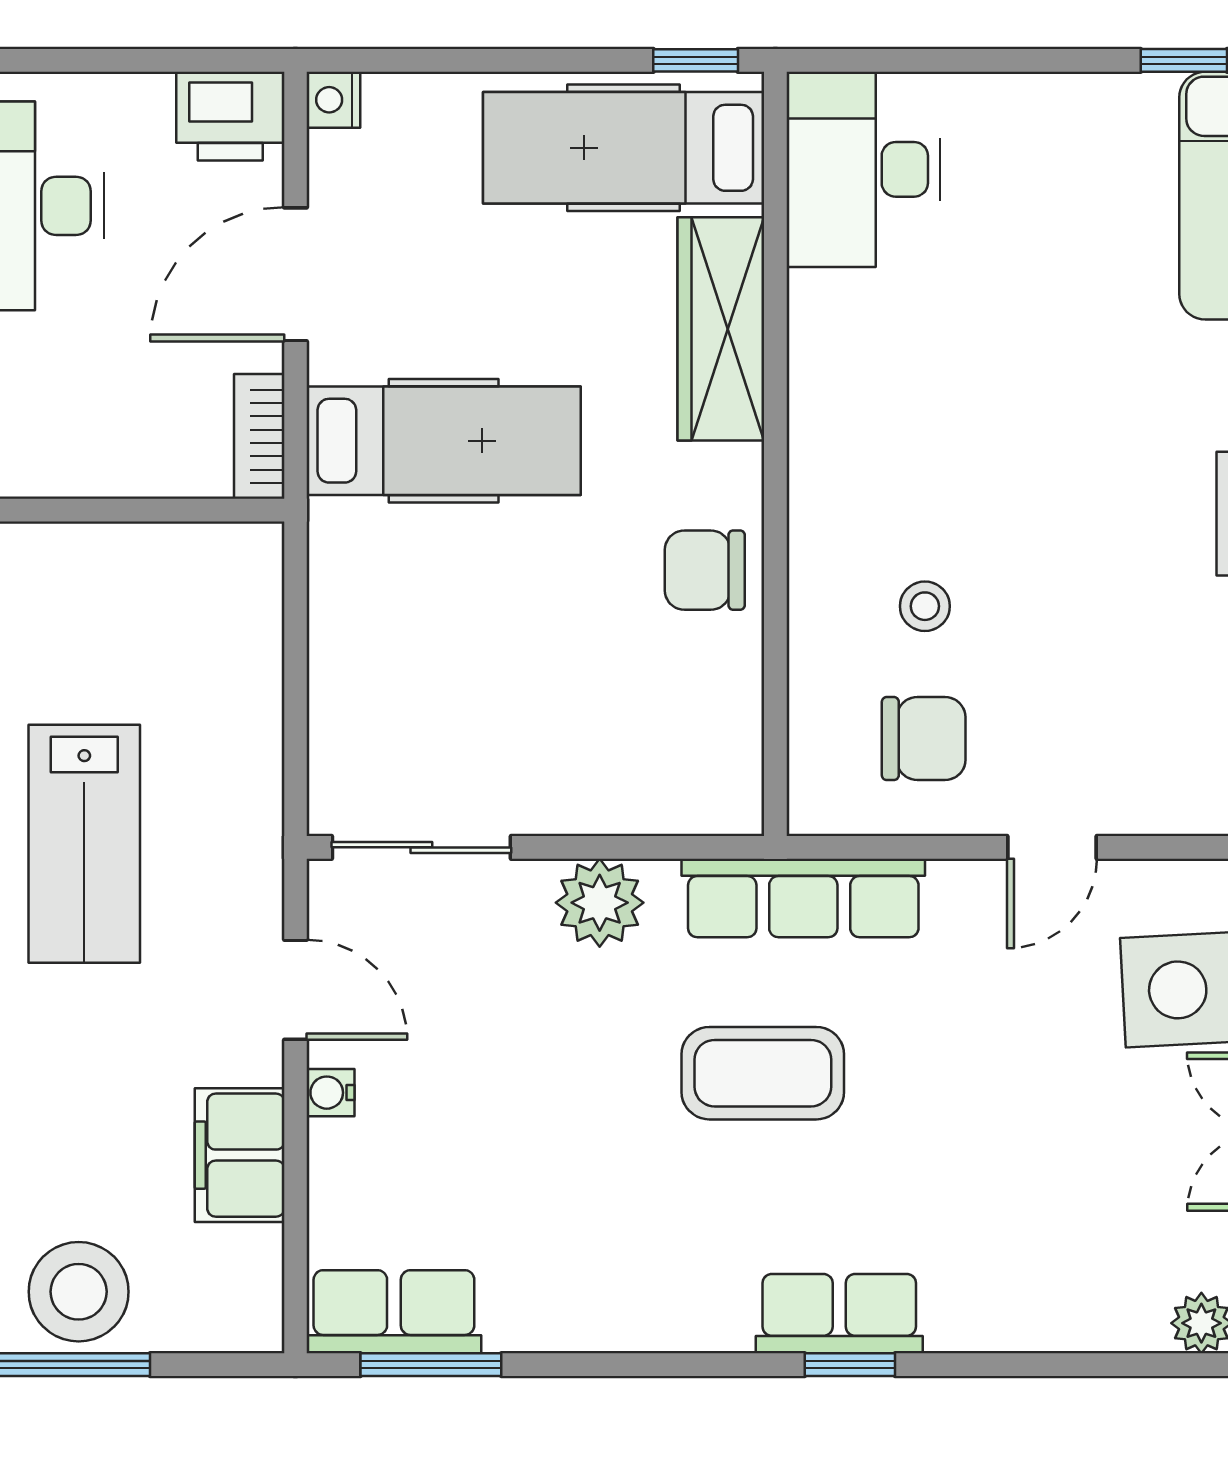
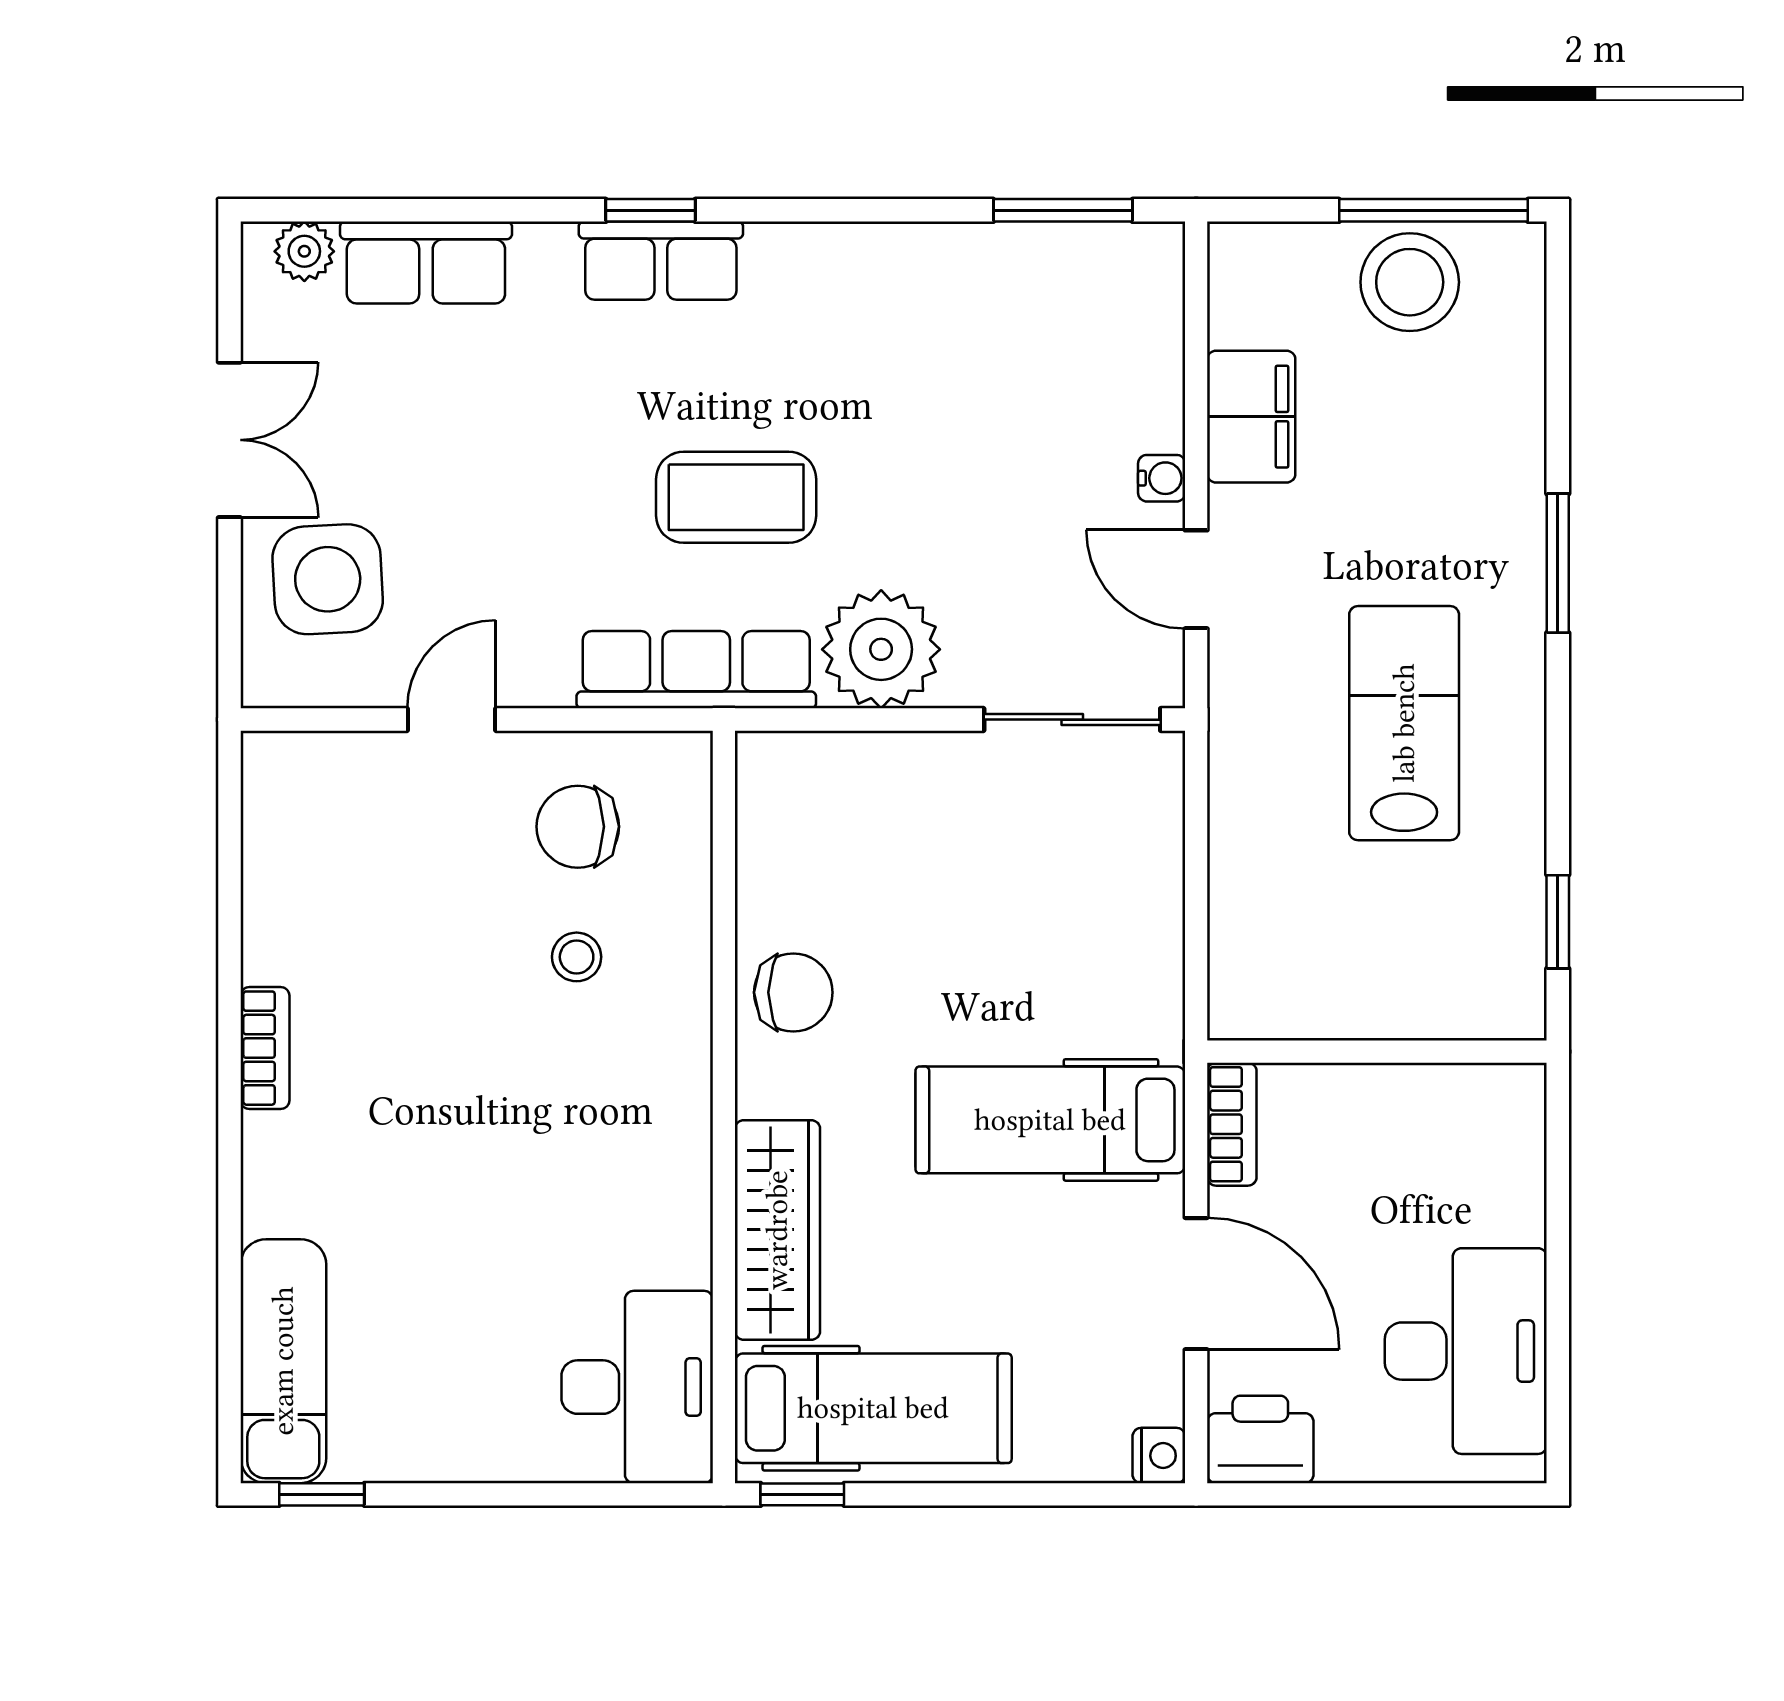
door: (295, 274) -> (1196, 1284), hinge flipped
plant: (600, 903) -> (881, 649), width x1.36, depth x1.36
row of seats: (394, 1312) -> (426, 262), moved

